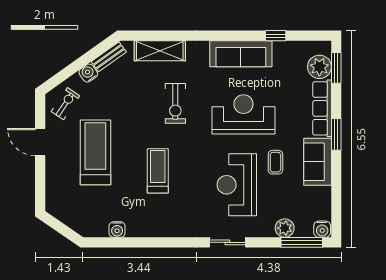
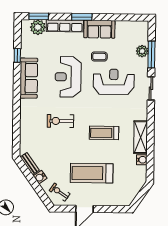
shelving: (160, 51) -> (141, 137), moved
exercise bike: (175, 103) -> (60, 121), turned 180
reception desk: (237, 185) -> (114, 82), turned 180
water cooler: (322, 229) -> (143, 27), removed
window: (302, 242) -> (151, 55), moved

